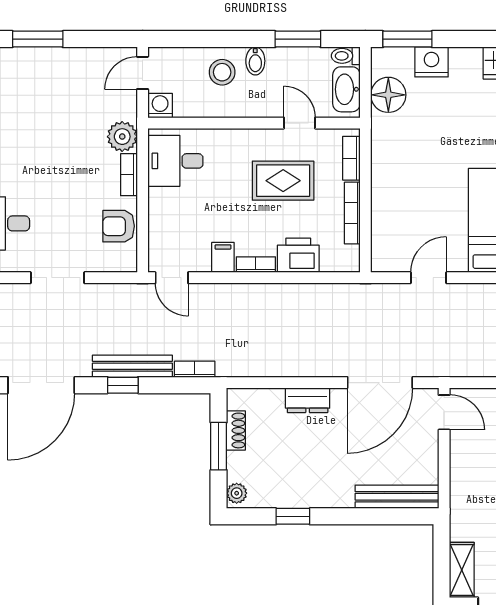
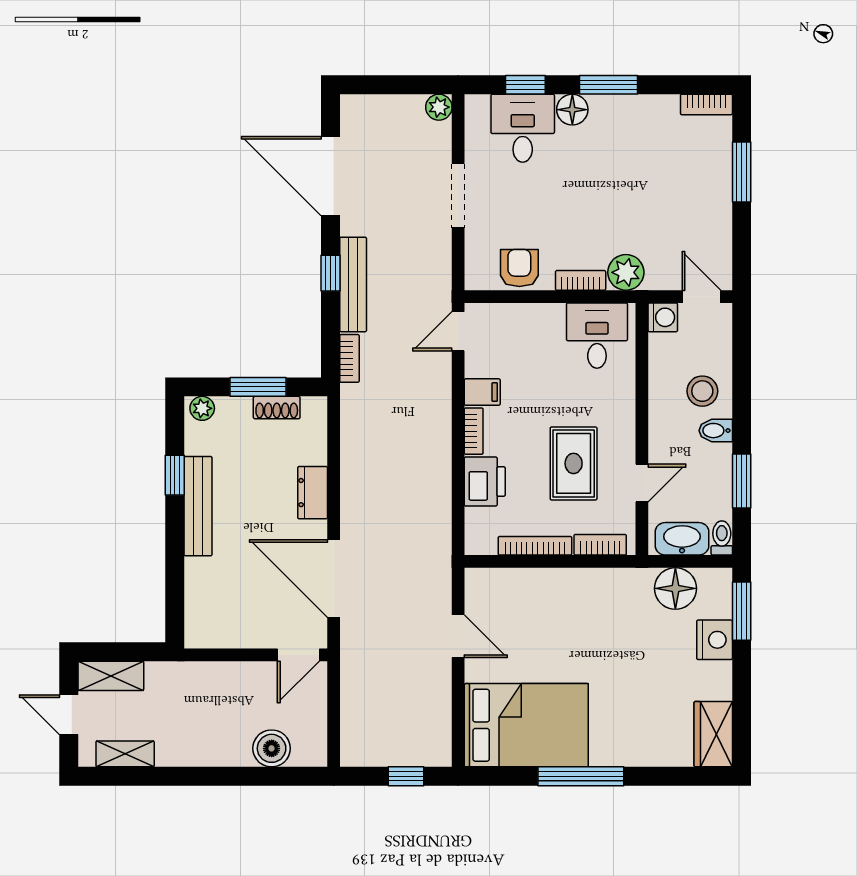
bench: (397, 497) -> (198, 506), moved

